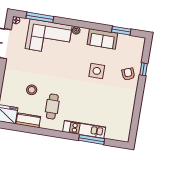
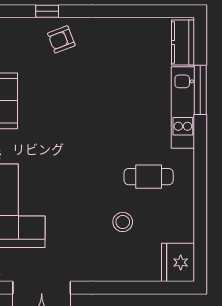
side table: (97, 71) -> (65, 102), removed
kitchen counter: (28, 120) -> (183, 42), moved

